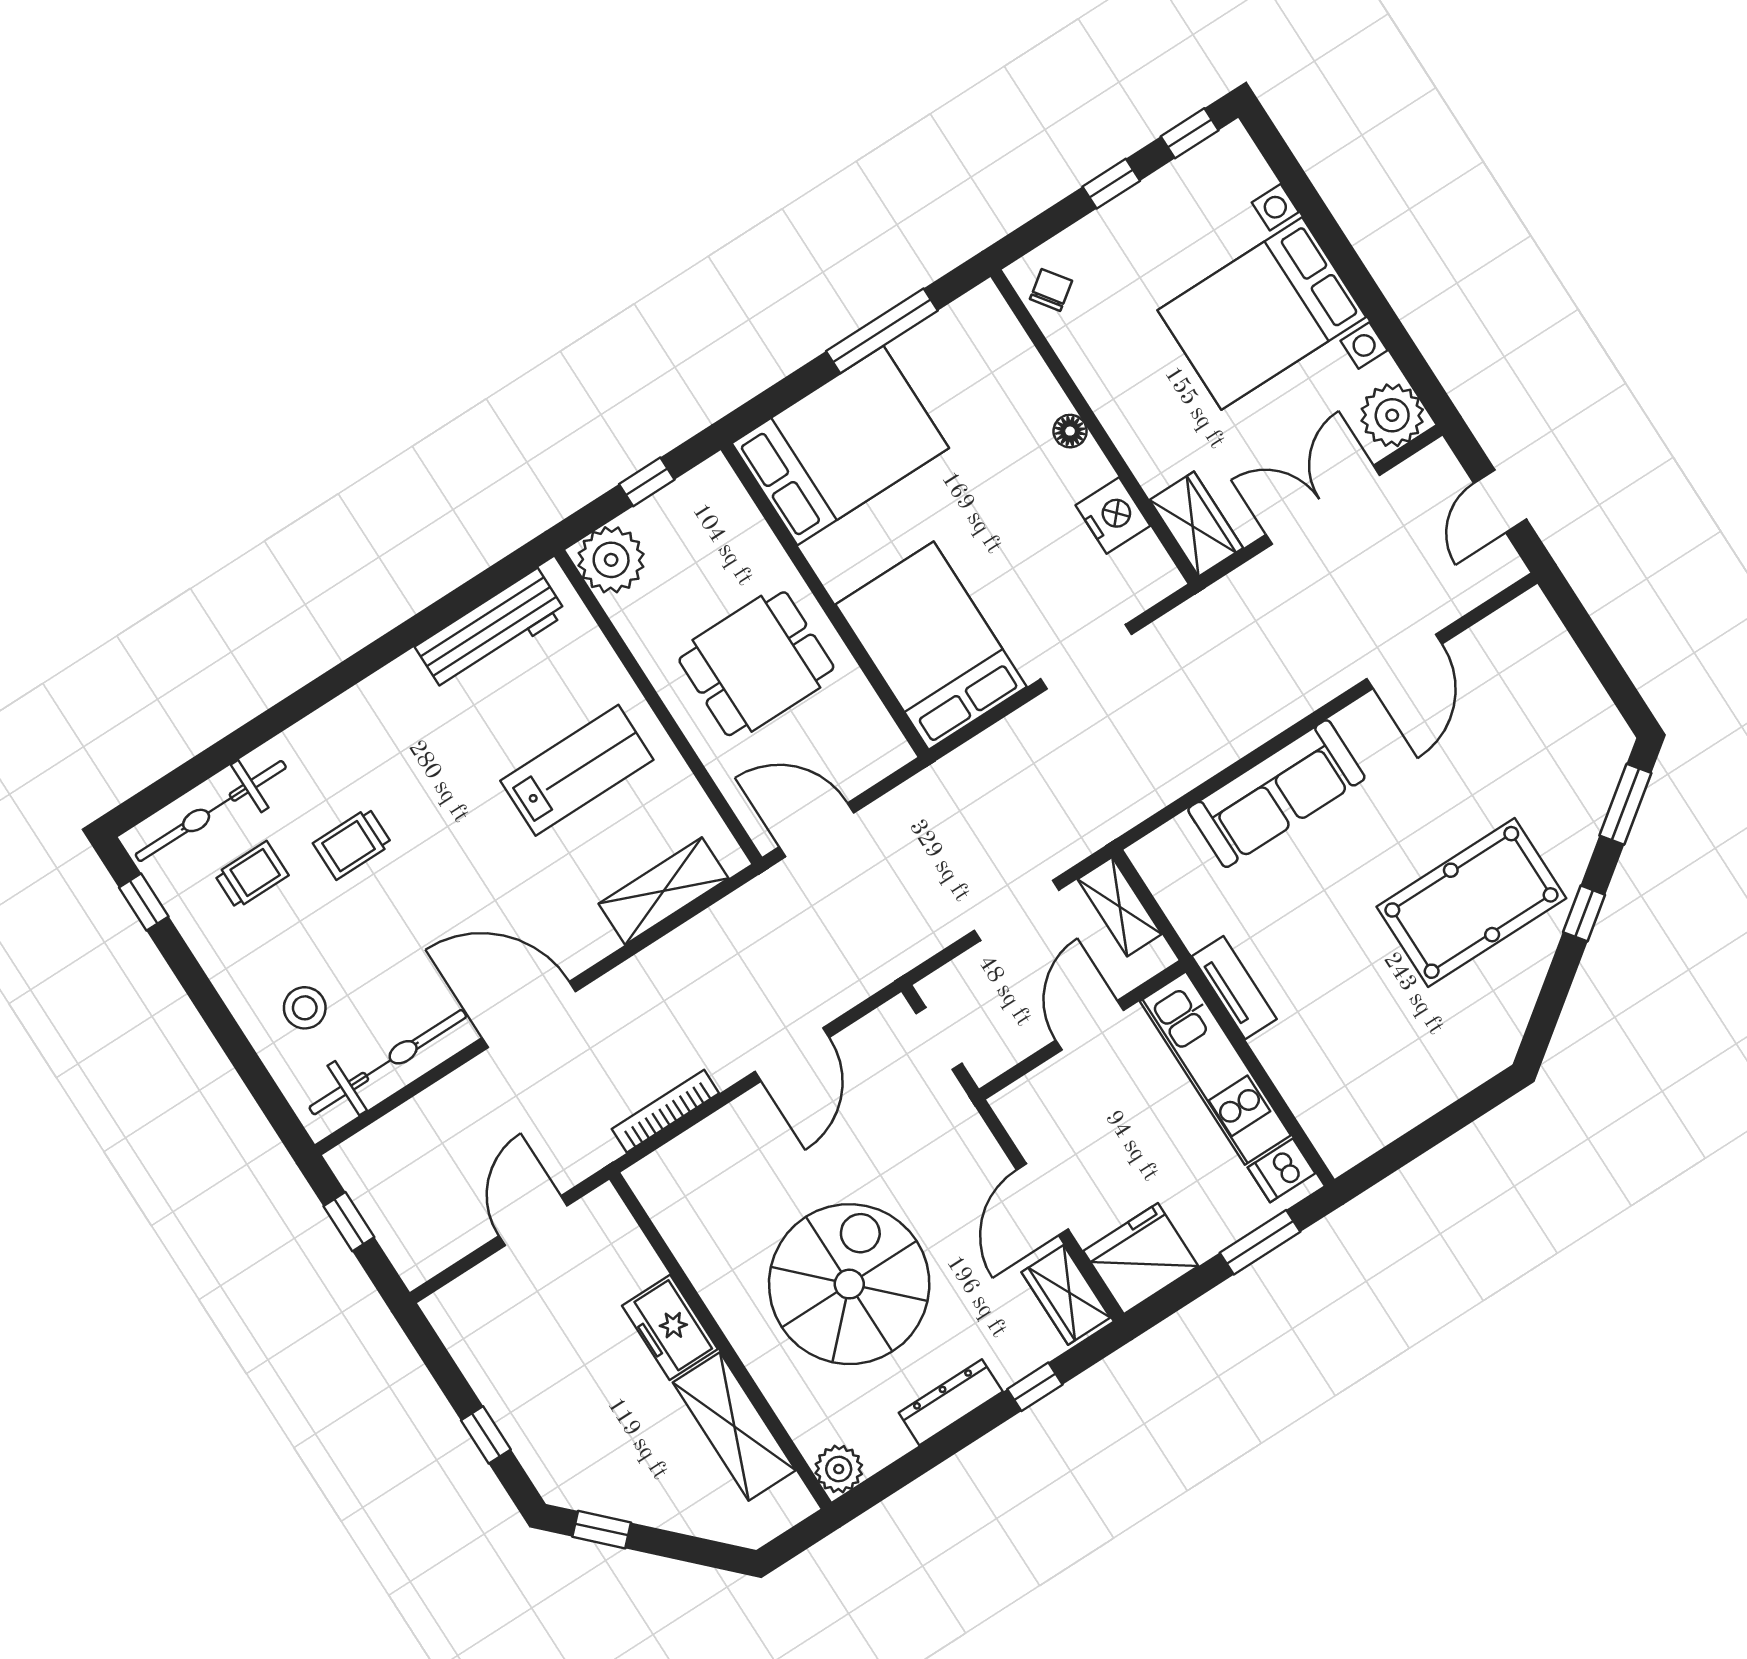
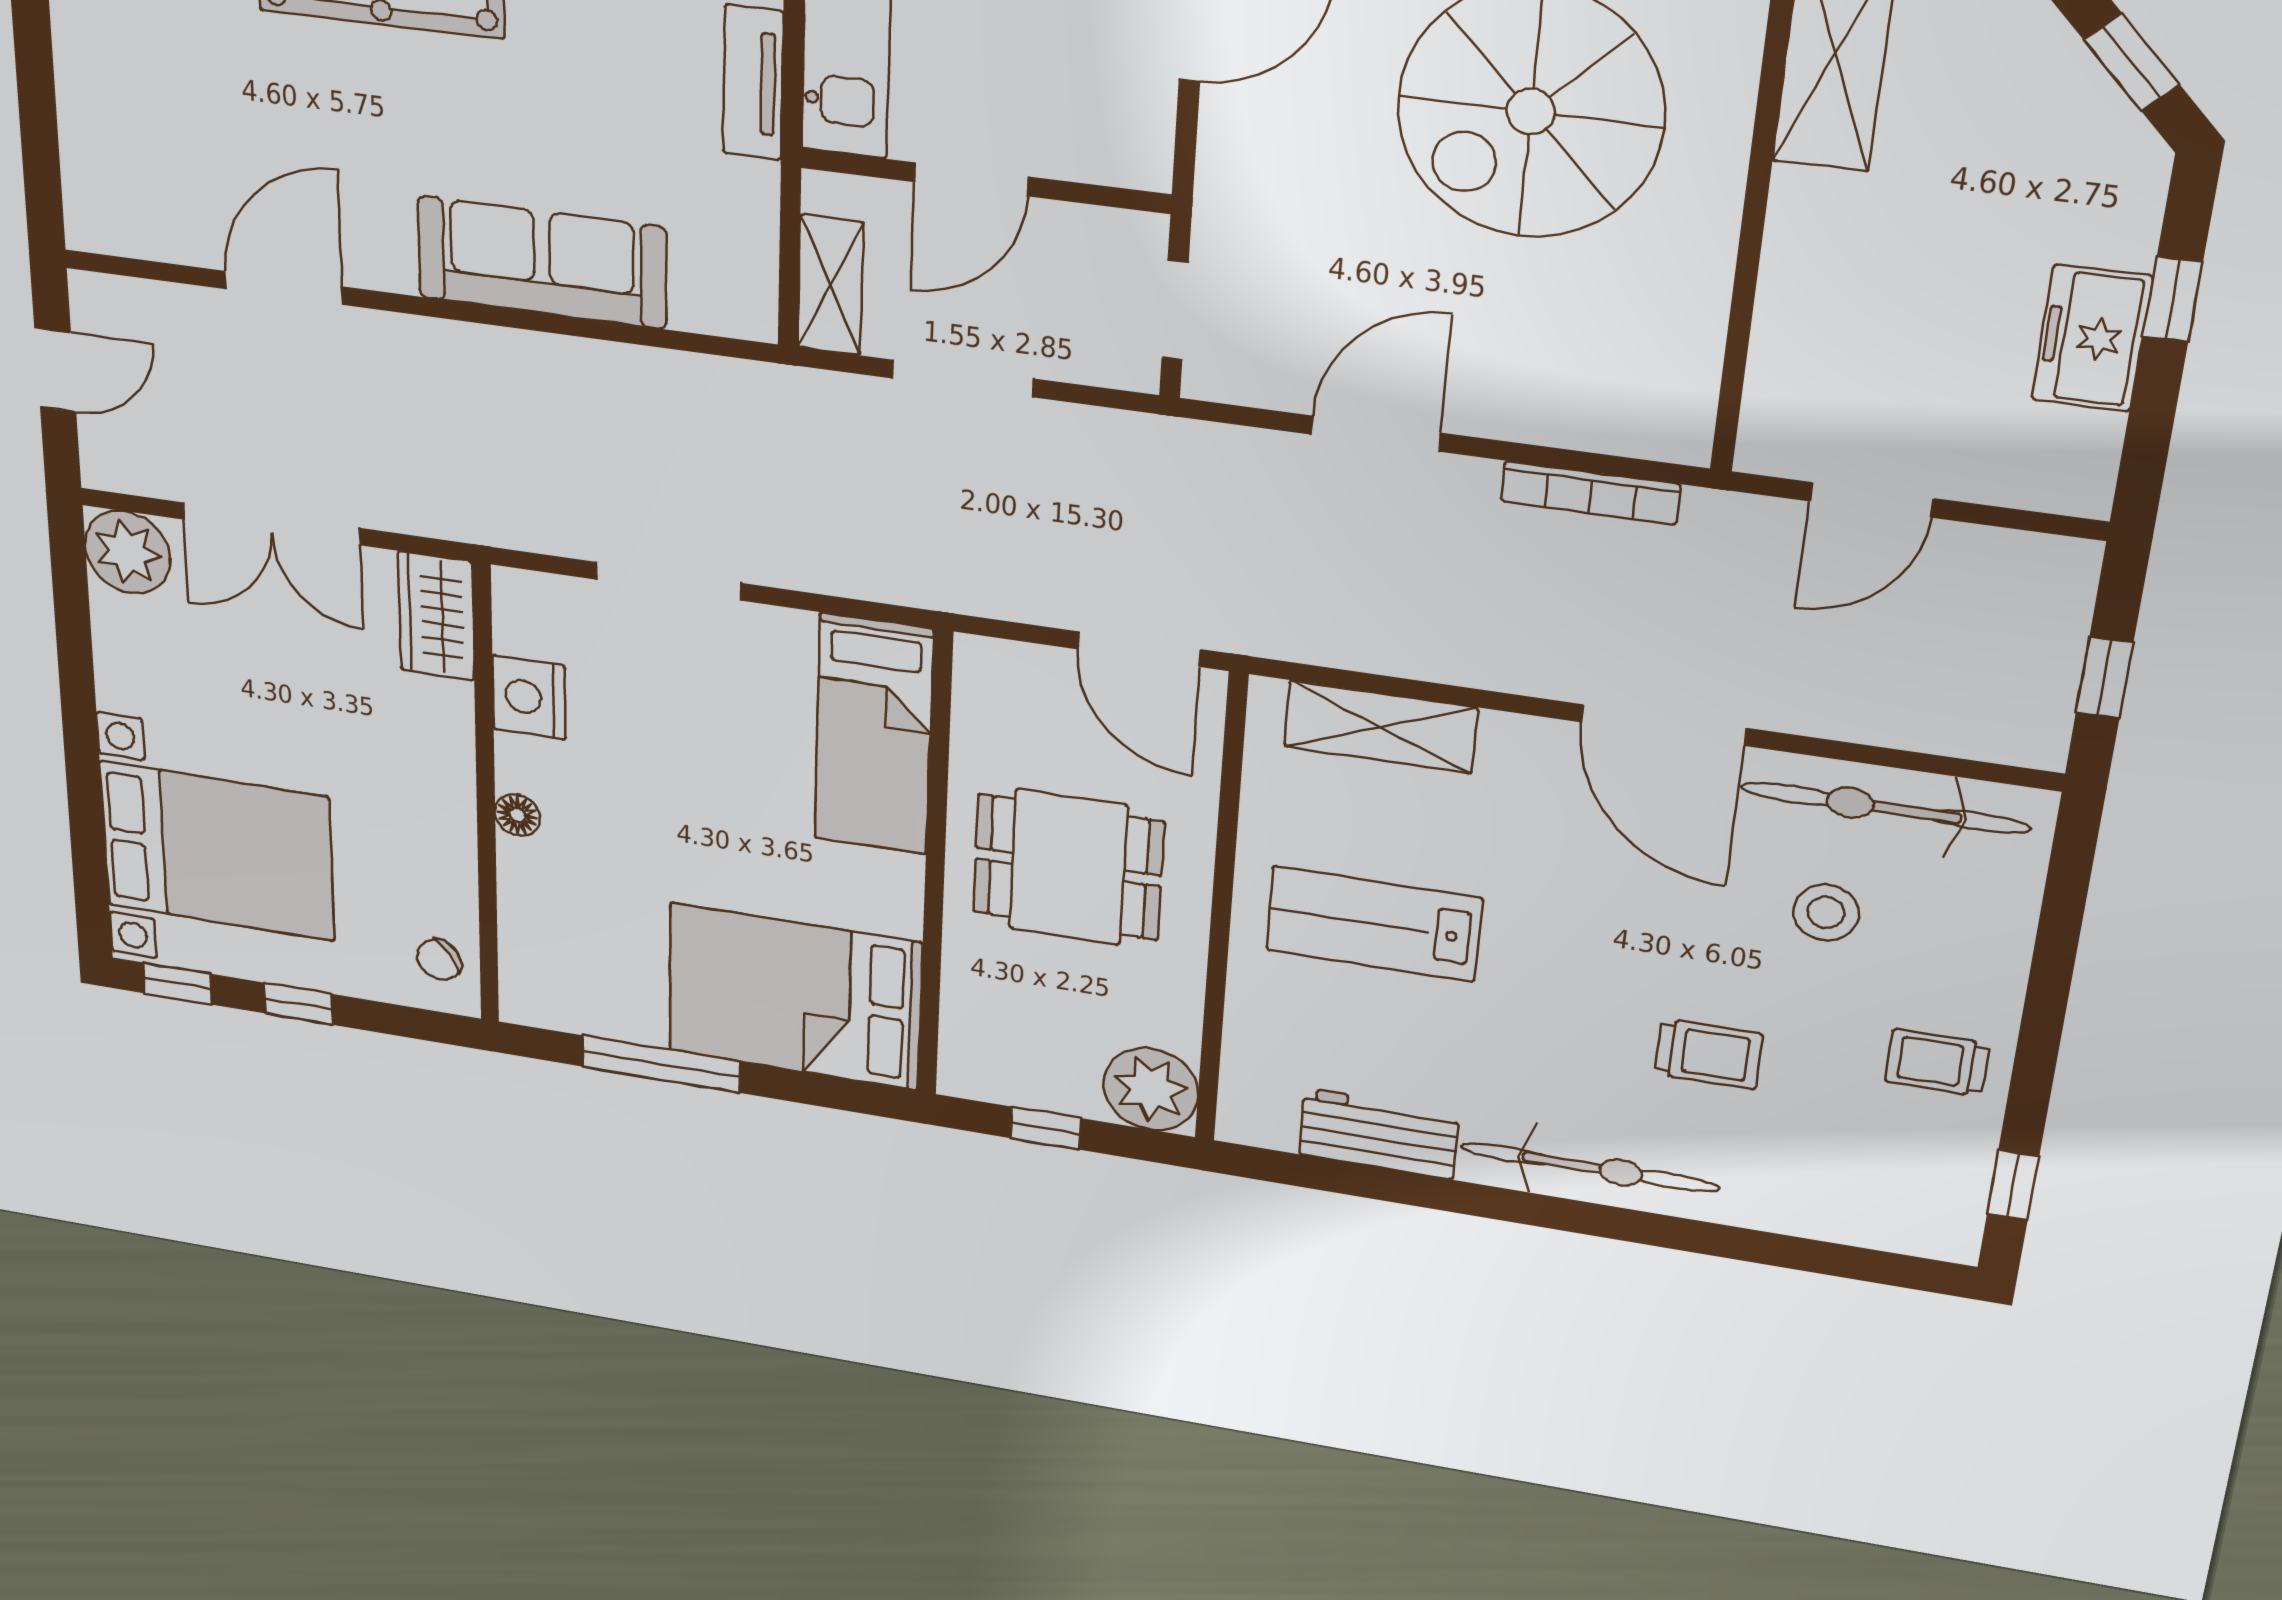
bed with nightstands: (1262, 314) -> (217, 851), moved
workbench: (491, 630) -> (1379, 1134), width x0.73
bed: (931, 646) -> (874, 735), width x0.67
bicycle: (211, 811) -> (1590, 1167), moved
trolley: (251, 875) -> (1937, 1063), moved
stool: (305, 1008) -> (1826, 913), moved
freezer: (670, 1327) -> (2092, 338), moved, turned 180

